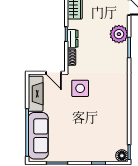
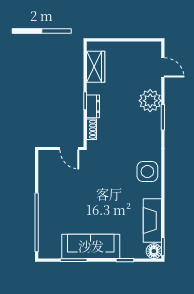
side table: (80, 88) -> (147, 171), moved
fireplace: (36, 94) -> (152, 220), moved, turned 180
sofa: (38, 136) -> (91, 246), moved, turned -90

